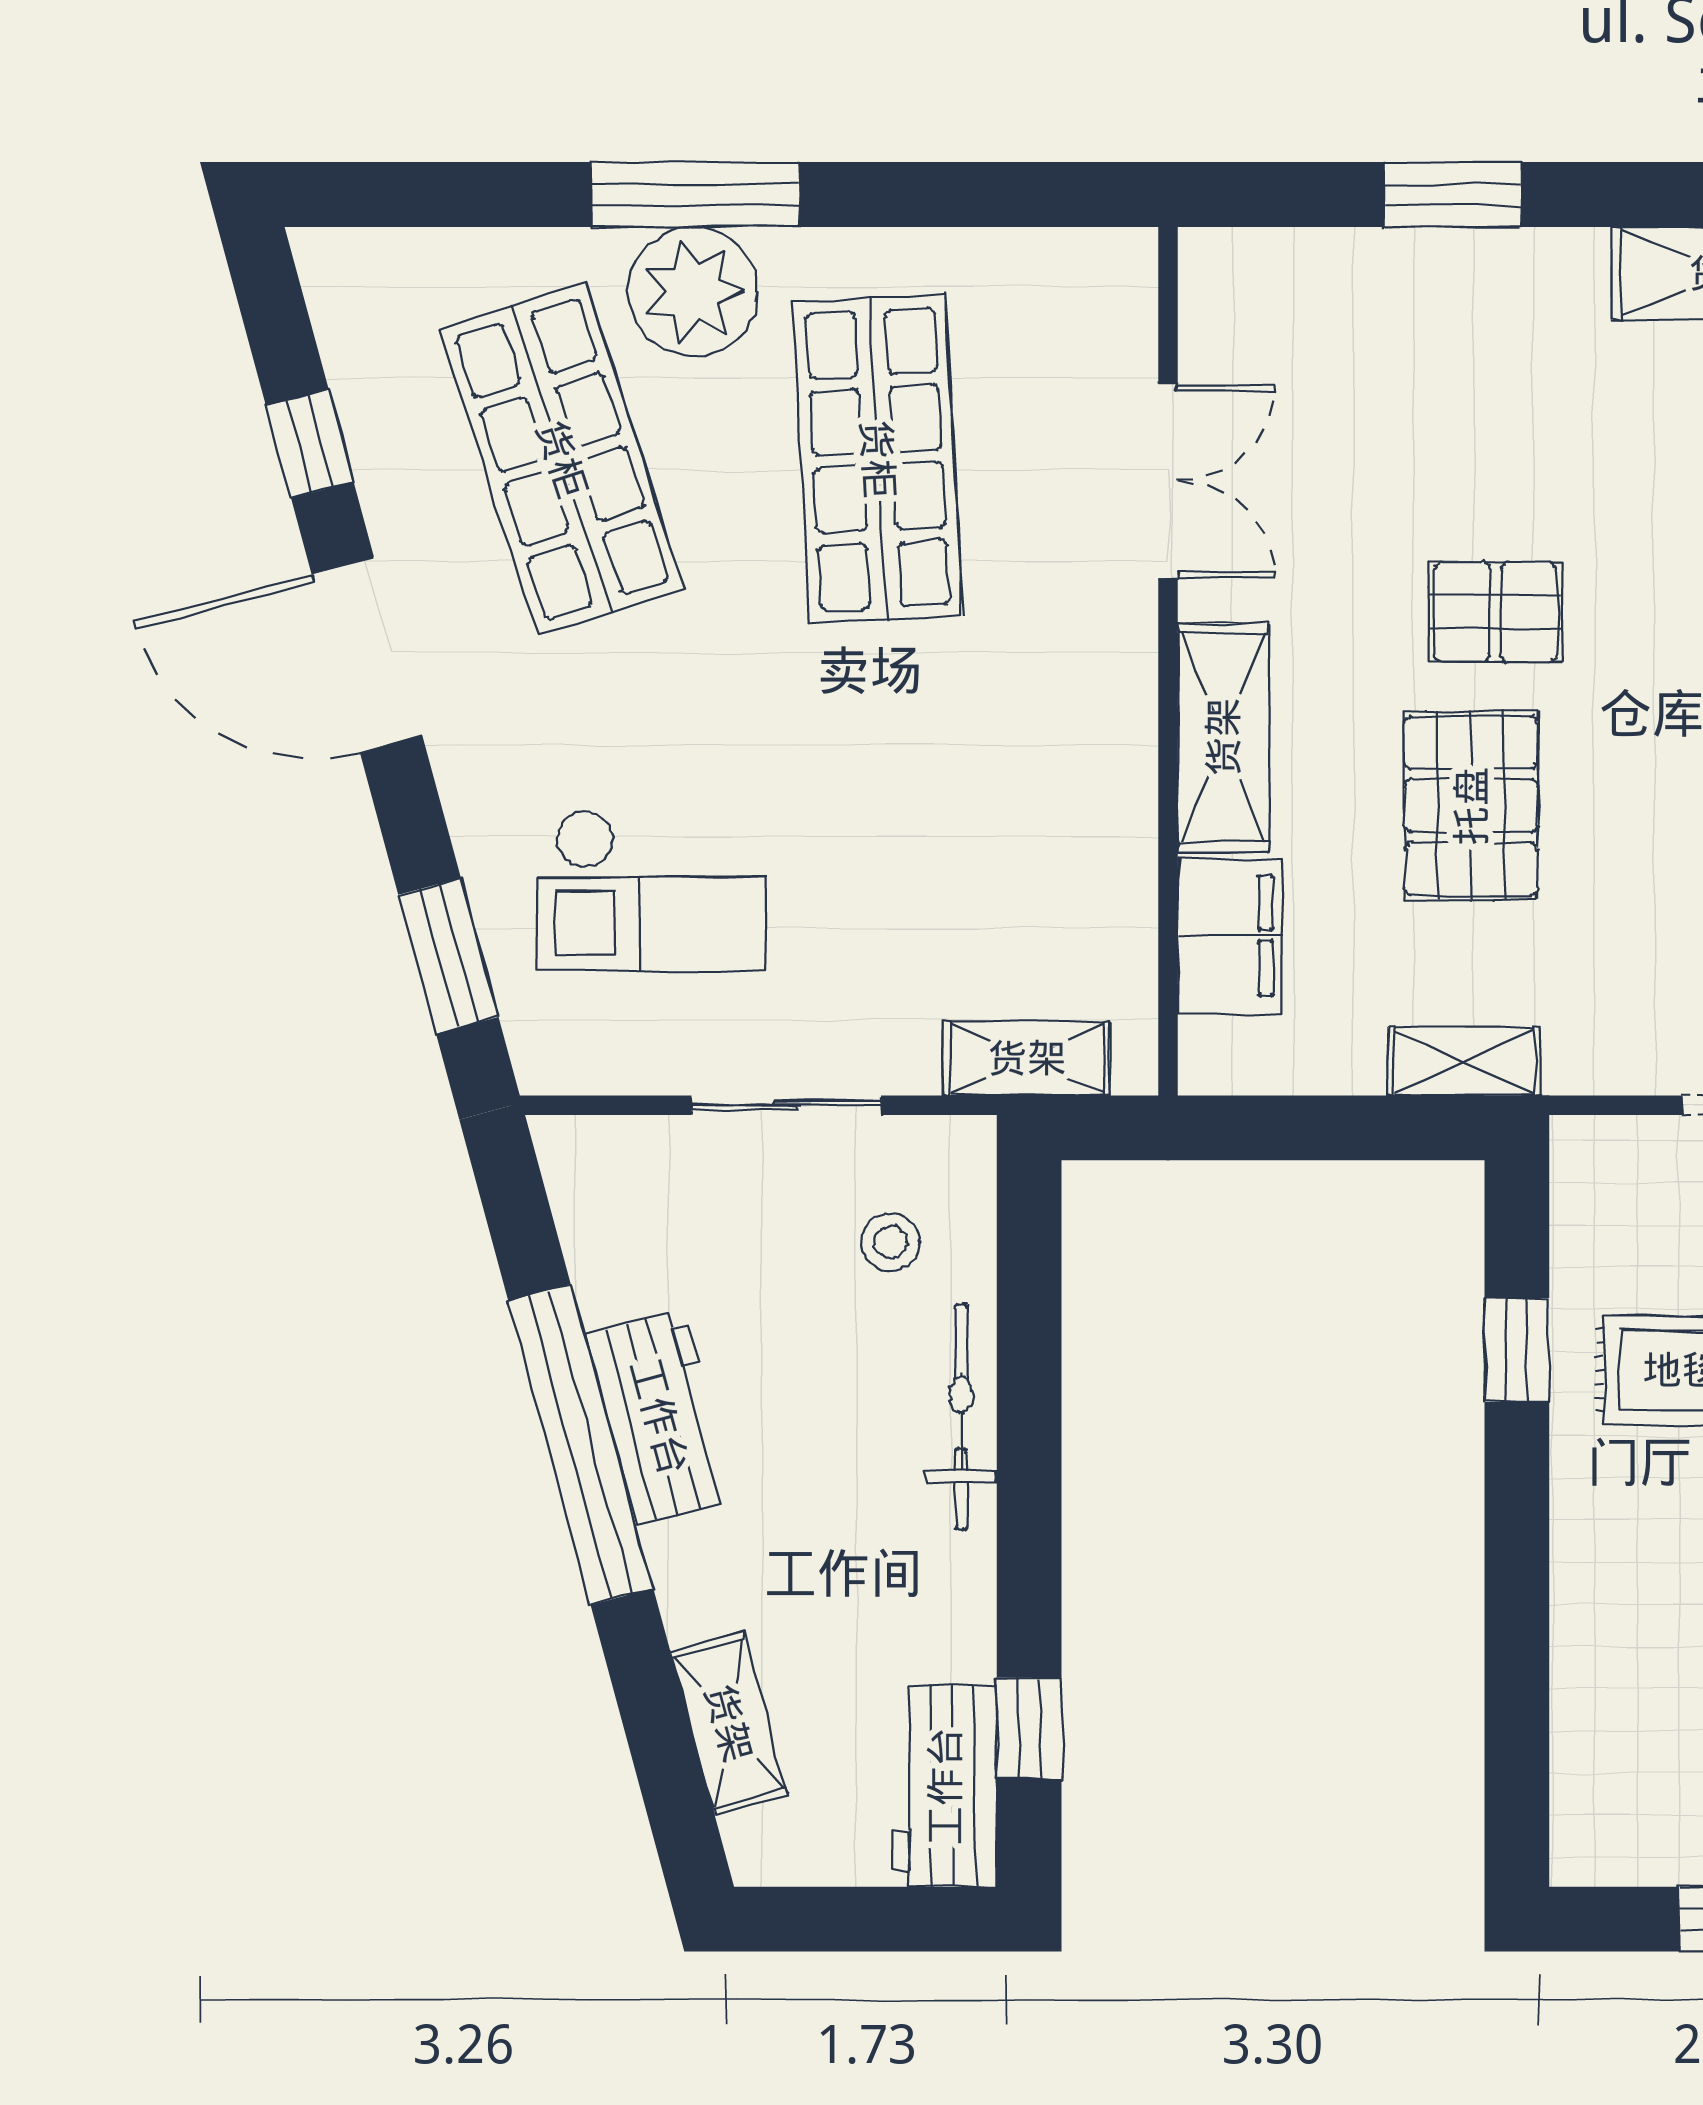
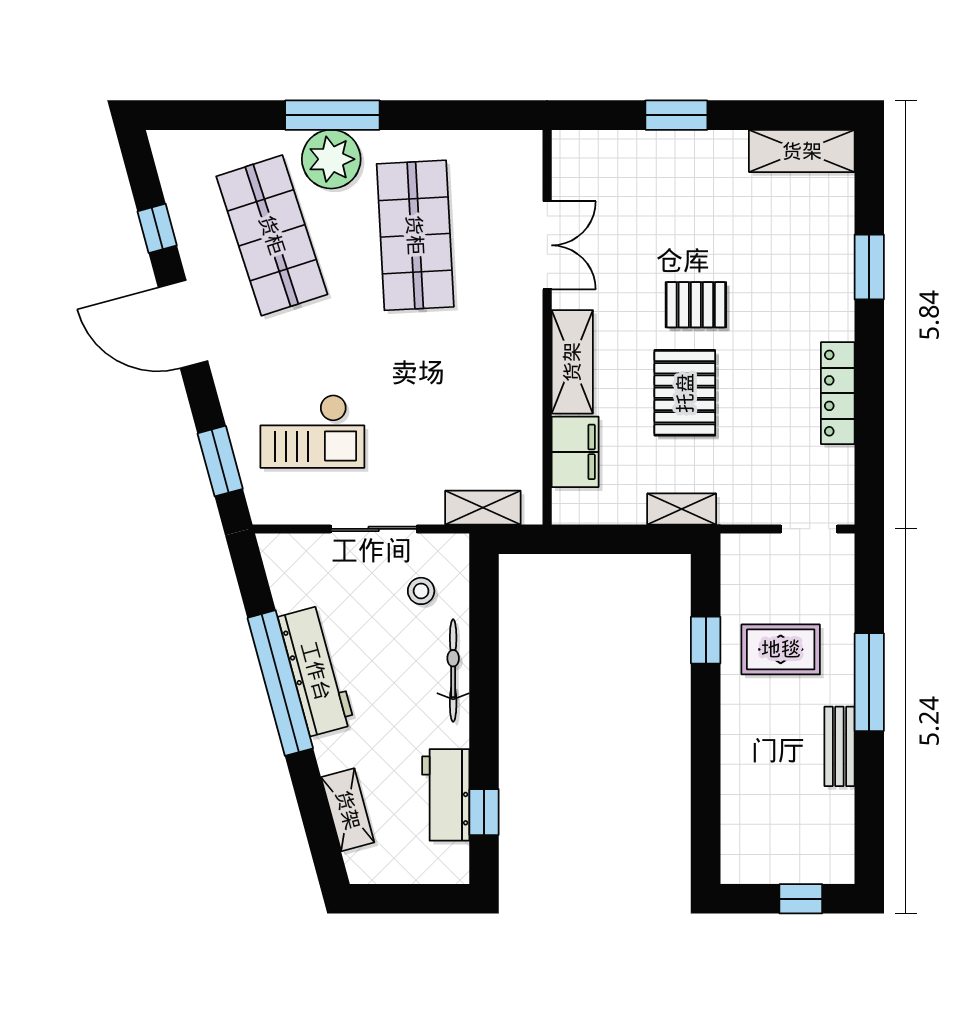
workbench: (660, 1417) -> (316, 671), width x1.38
workbench: (945, 1786) -> (446, 795), moved

